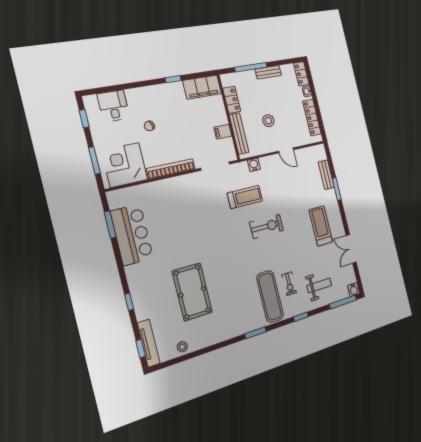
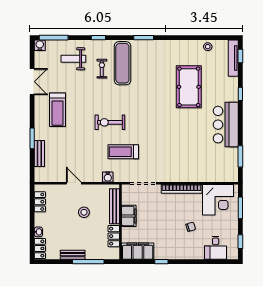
locker: (312, 118) -> (40, 202), width x0.66
filing cabinet: (223, 132) -> (129, 216), width x2.00
bar counter: (132, 235) -> (226, 125), moved

